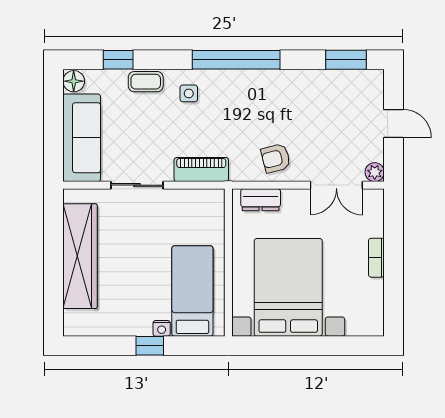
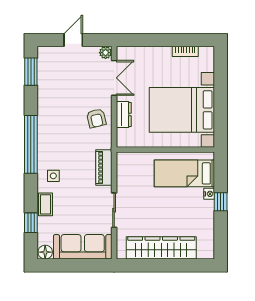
dresser: (261, 200) -> (124, 115), moved
bookcase: (376, 258) -> (185, 51), moved

